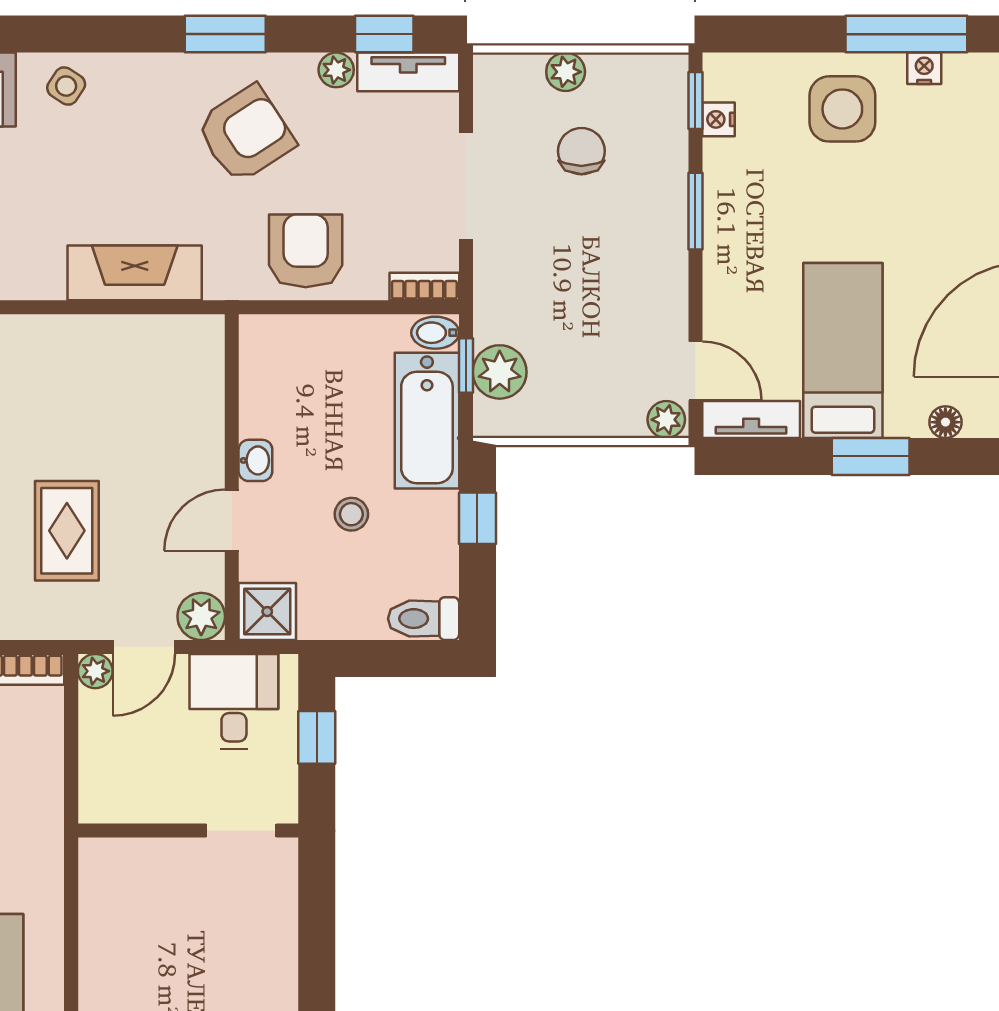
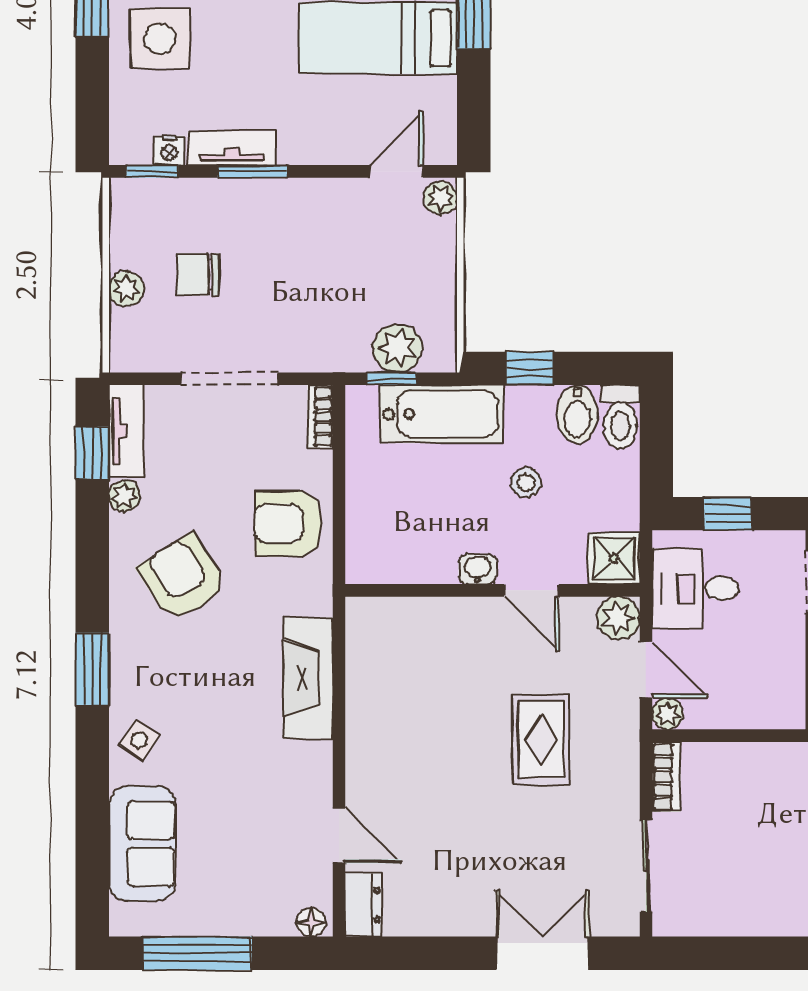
window: (225, 34) -> (92, 669), moved
bidet: (435, 333) -> (577, 414), moved, width x1.38, depth x1.36
tv unit: (751, 419) -> (232, 148), moved, turned 90
rug: (67, 531) -> (541, 739), turned 90

